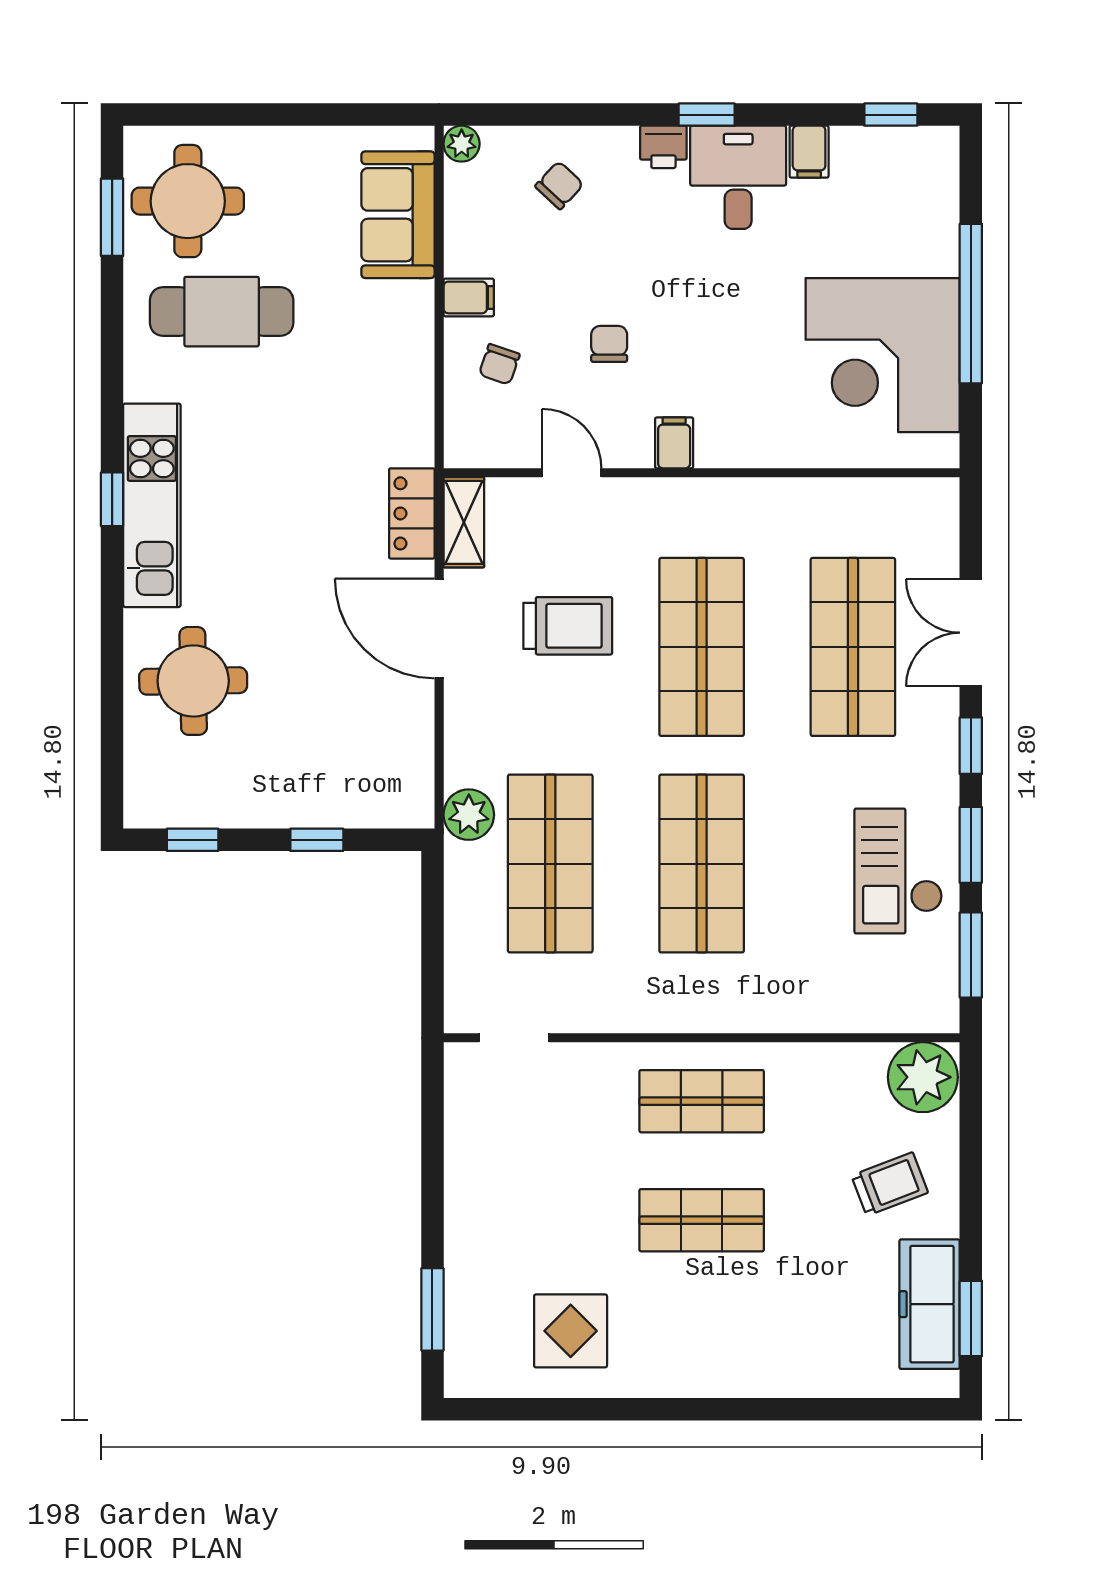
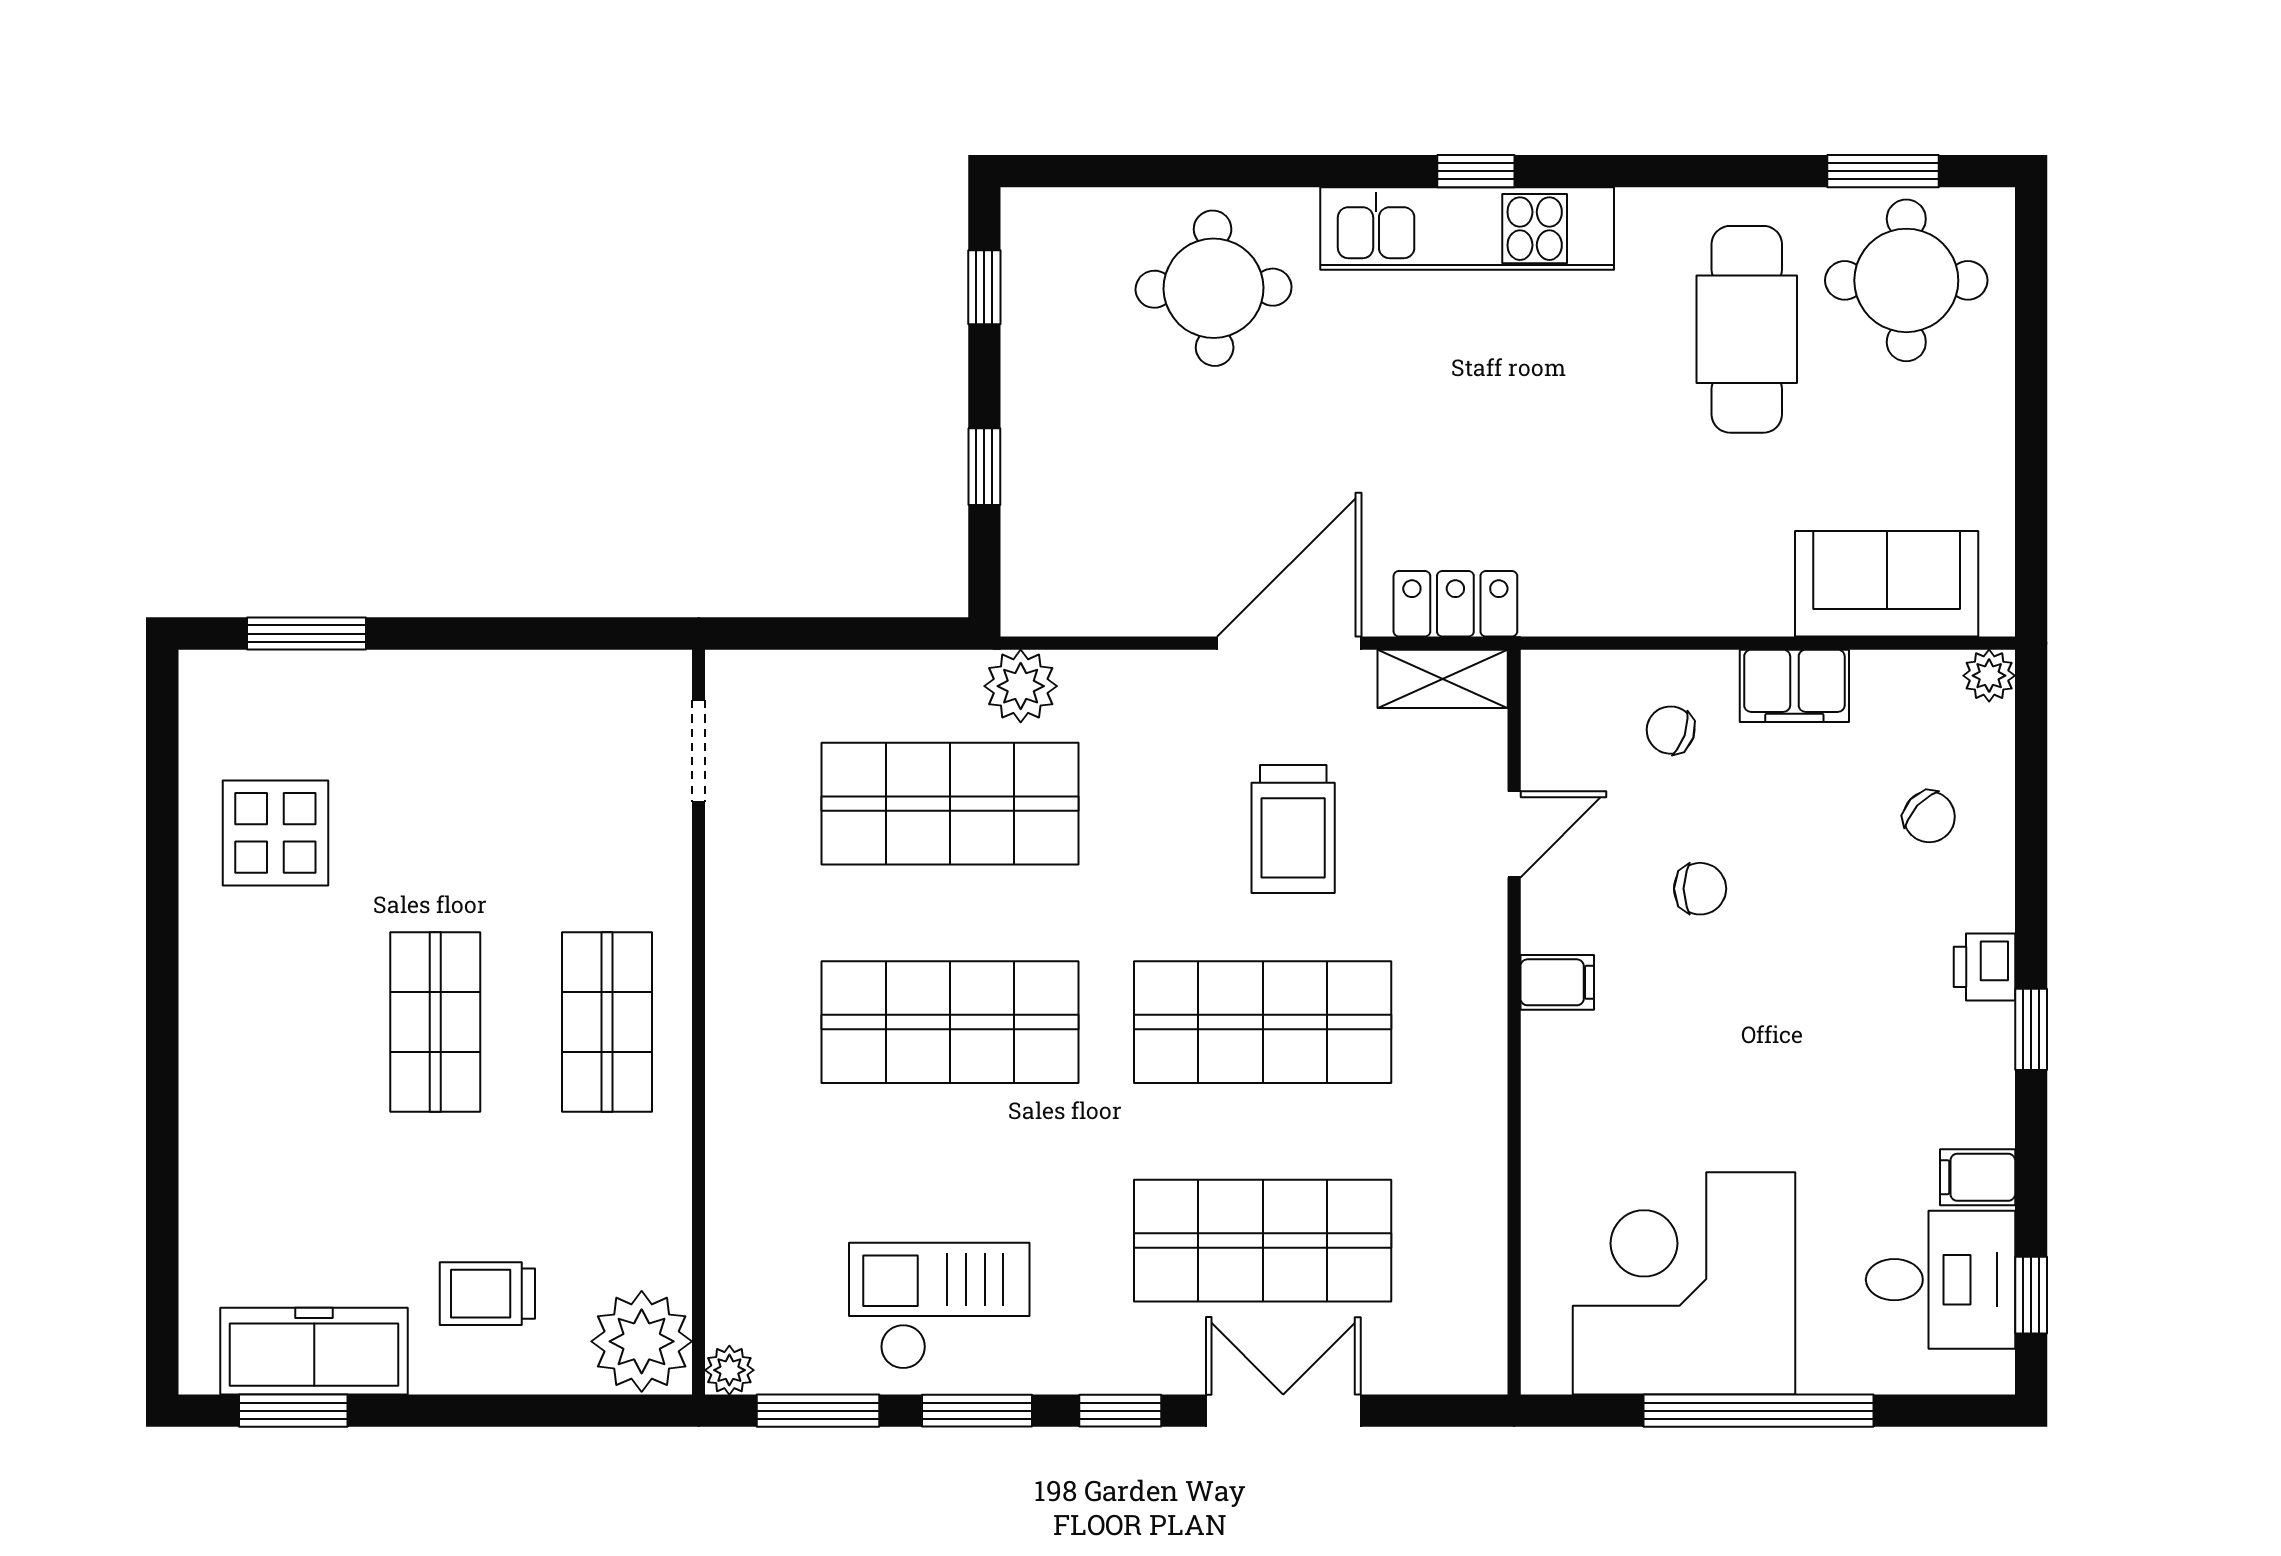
desk: (738, 177) -> (1941, 1280), moved
filing cabinet: (469, 297) -> (1794, 686), width x2.00
plant: (943, 1016) -> (729, 1370), added
trolley: (890, 1184) -> (487, 1294), turned 111

